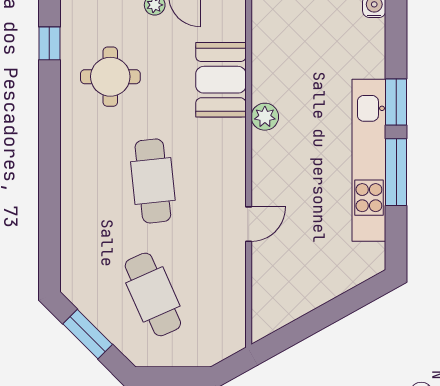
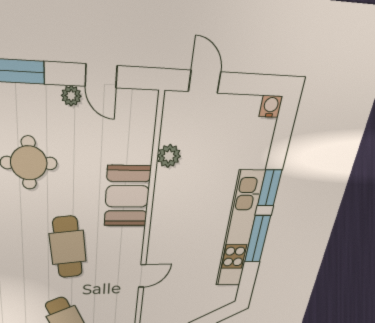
booth: (221, 80) -> (127, 196), moved
plant: (265, 117) -> (169, 156), moved

